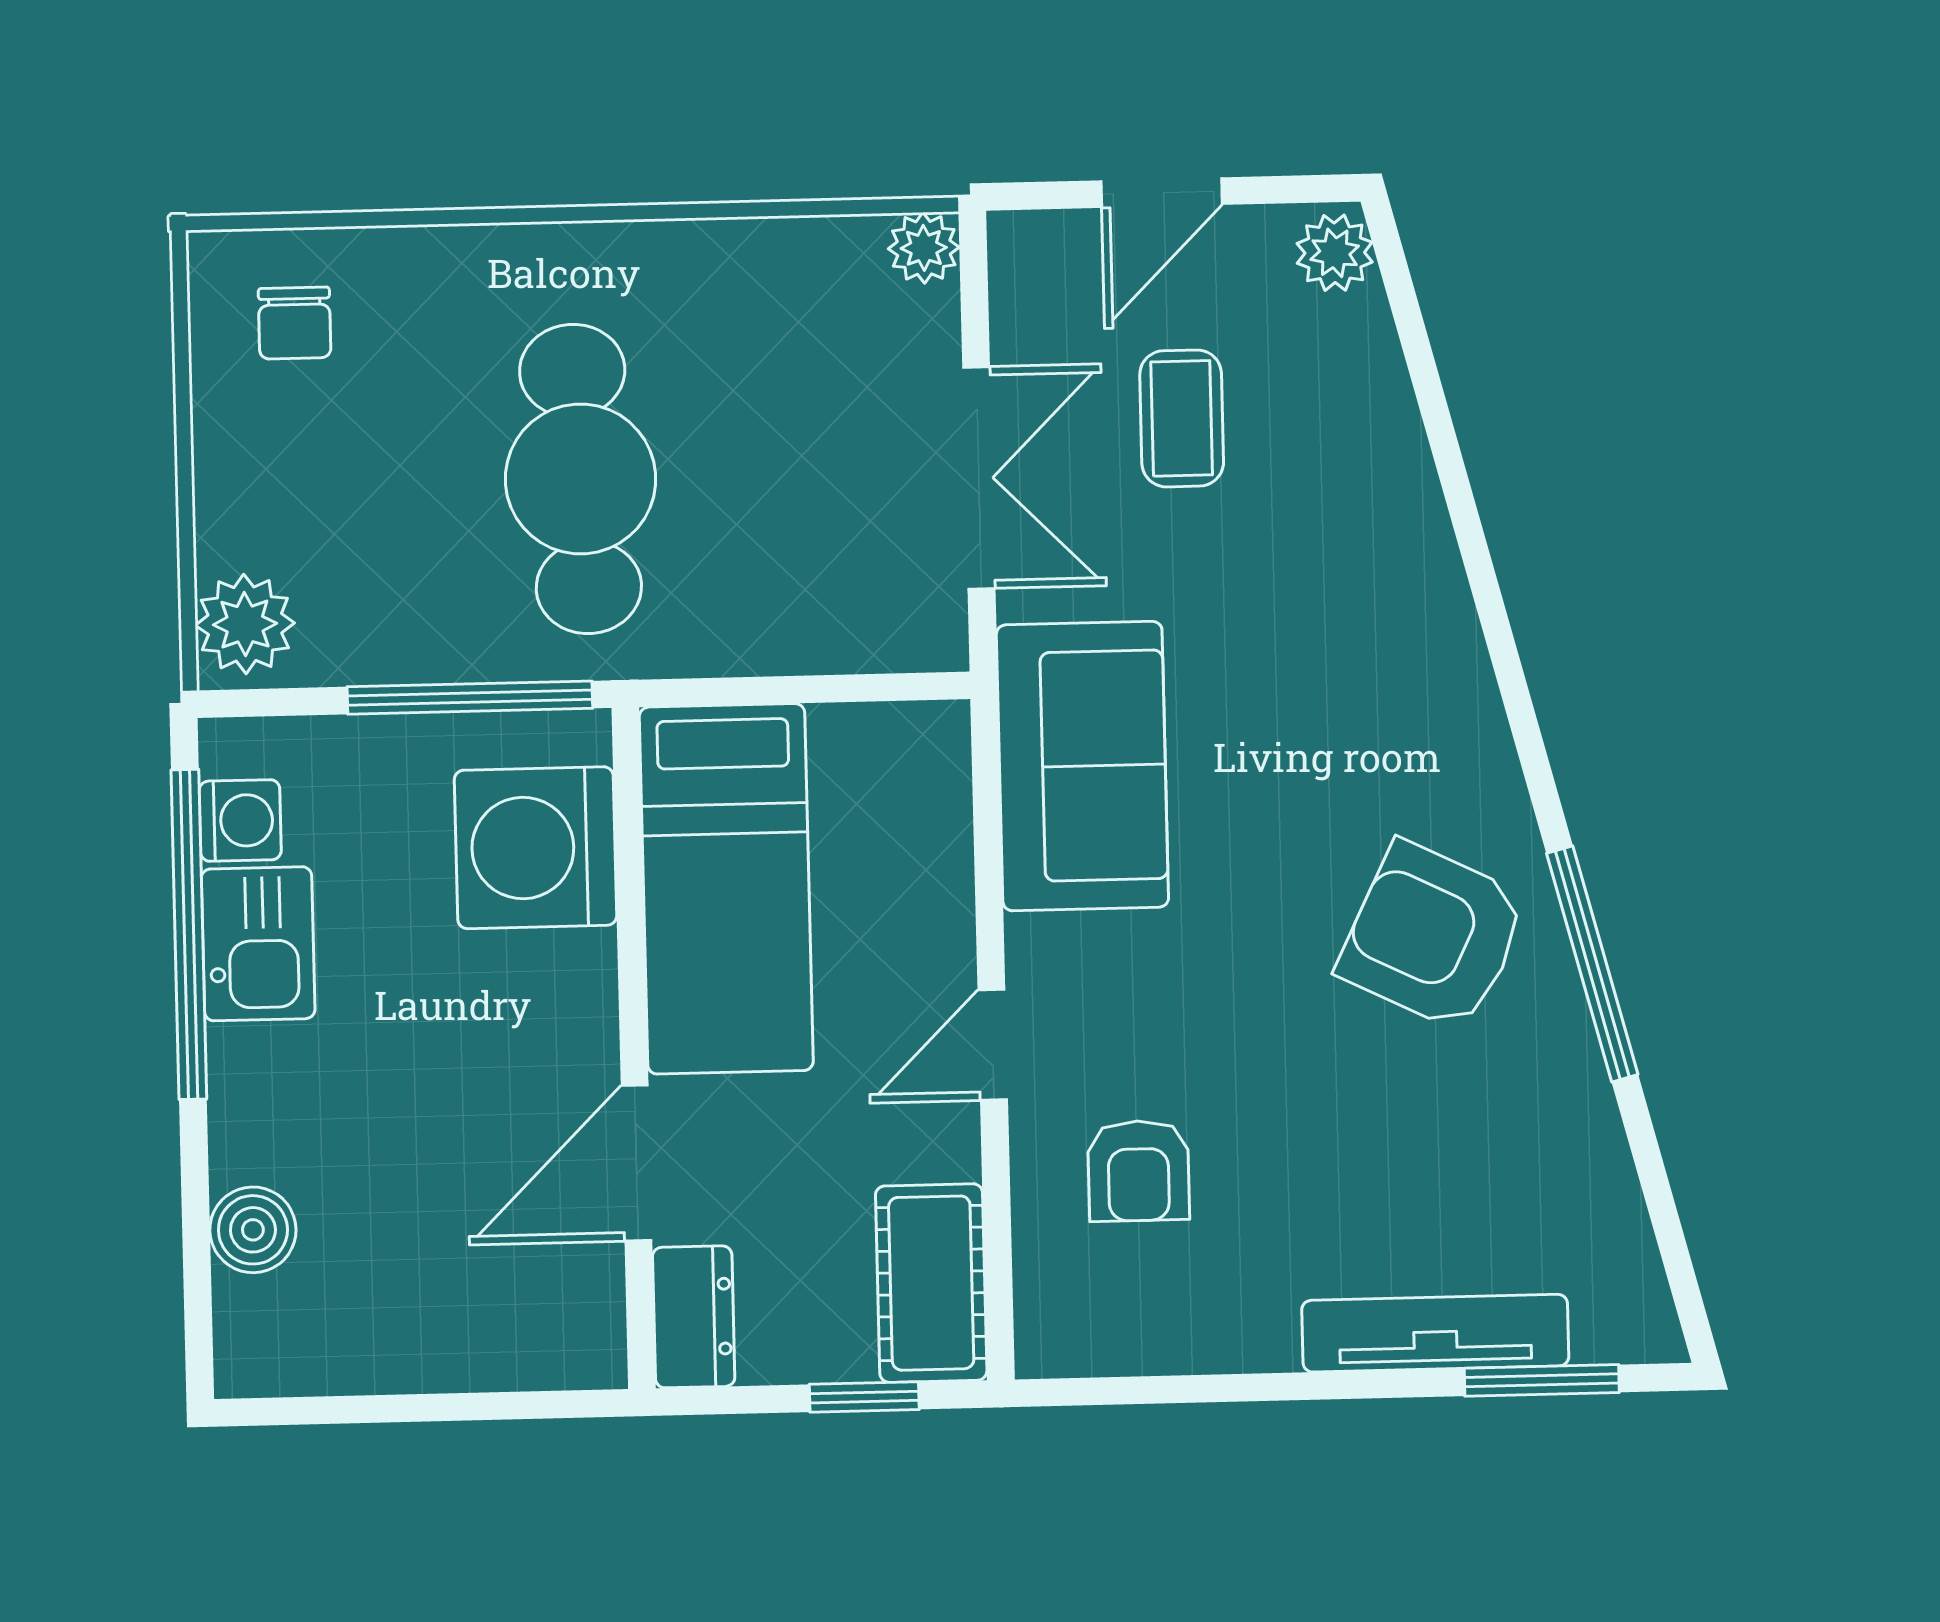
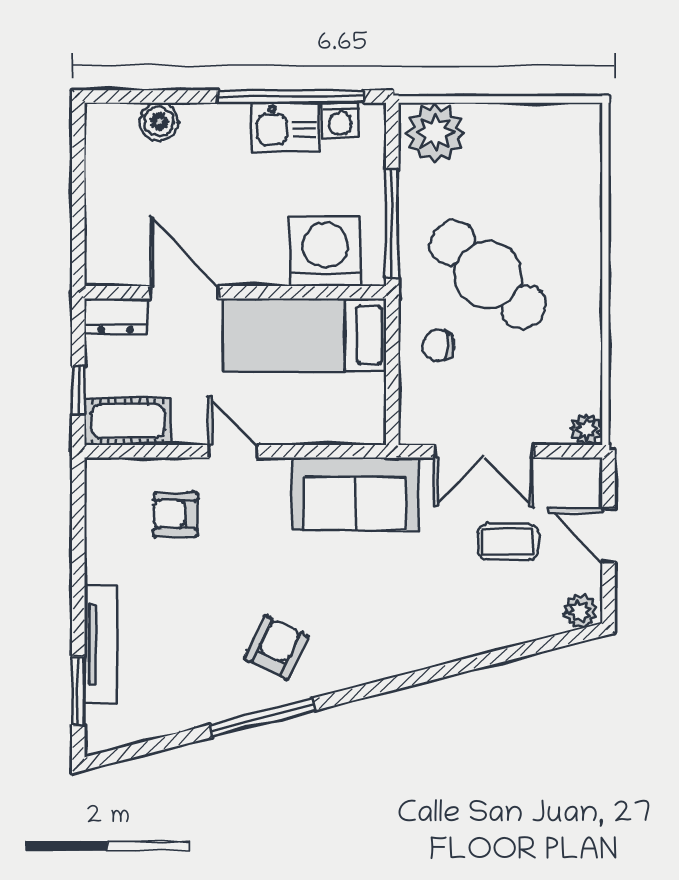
chair: (295, 323) -> (438, 346), moved
cafe table: (581, 479) -> (488, 275), turned 45
plant: (245, 624) -> (435, 133), width x1.36, depth x1.36
armchair: (1433, 936) -> (276, 647), width x0.72, depth x0.72

